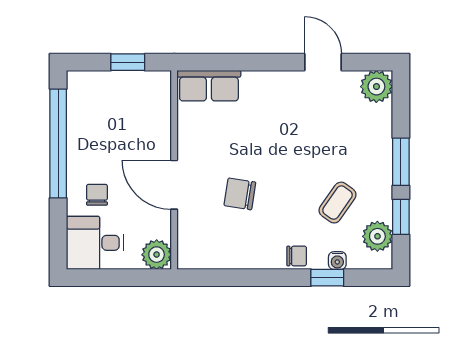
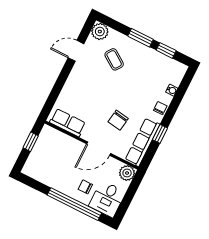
row of seats: (209, 86) -> (68, 123), moved, turned -90
window: (58, 143) -> (74, 204), moved
coffee table: (337, 203) -> (114, 59), moved
plant: (377, 236) -> (170, 66), removed
row of seats: (223, 255) -> (142, 142), added
window: (327, 278) -> (160, 134), moved

